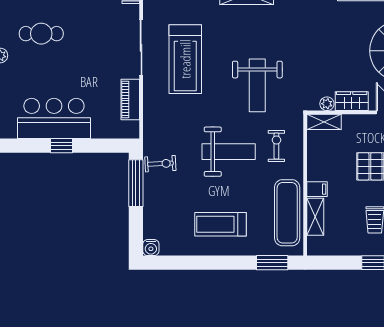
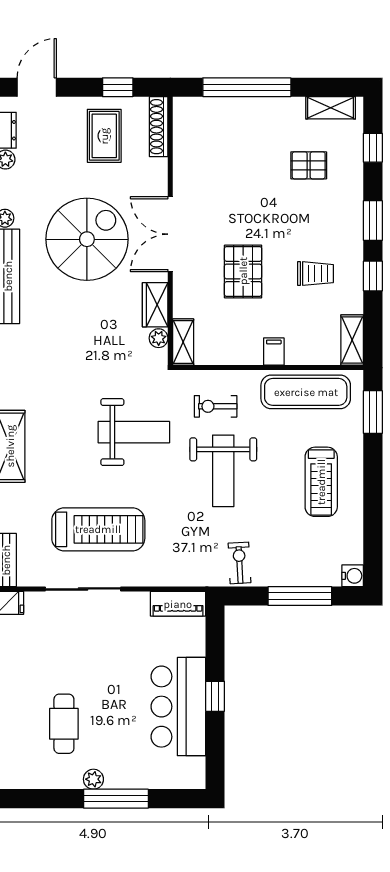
piano: (130, 99) -> (178, 604), moved
weight bench: (229, 152) -> (223, 471), turned 180
window: (136, 183) -> (300, 596), moved
shelving: (315, 217) -> (352, 340), moved, turned 90

